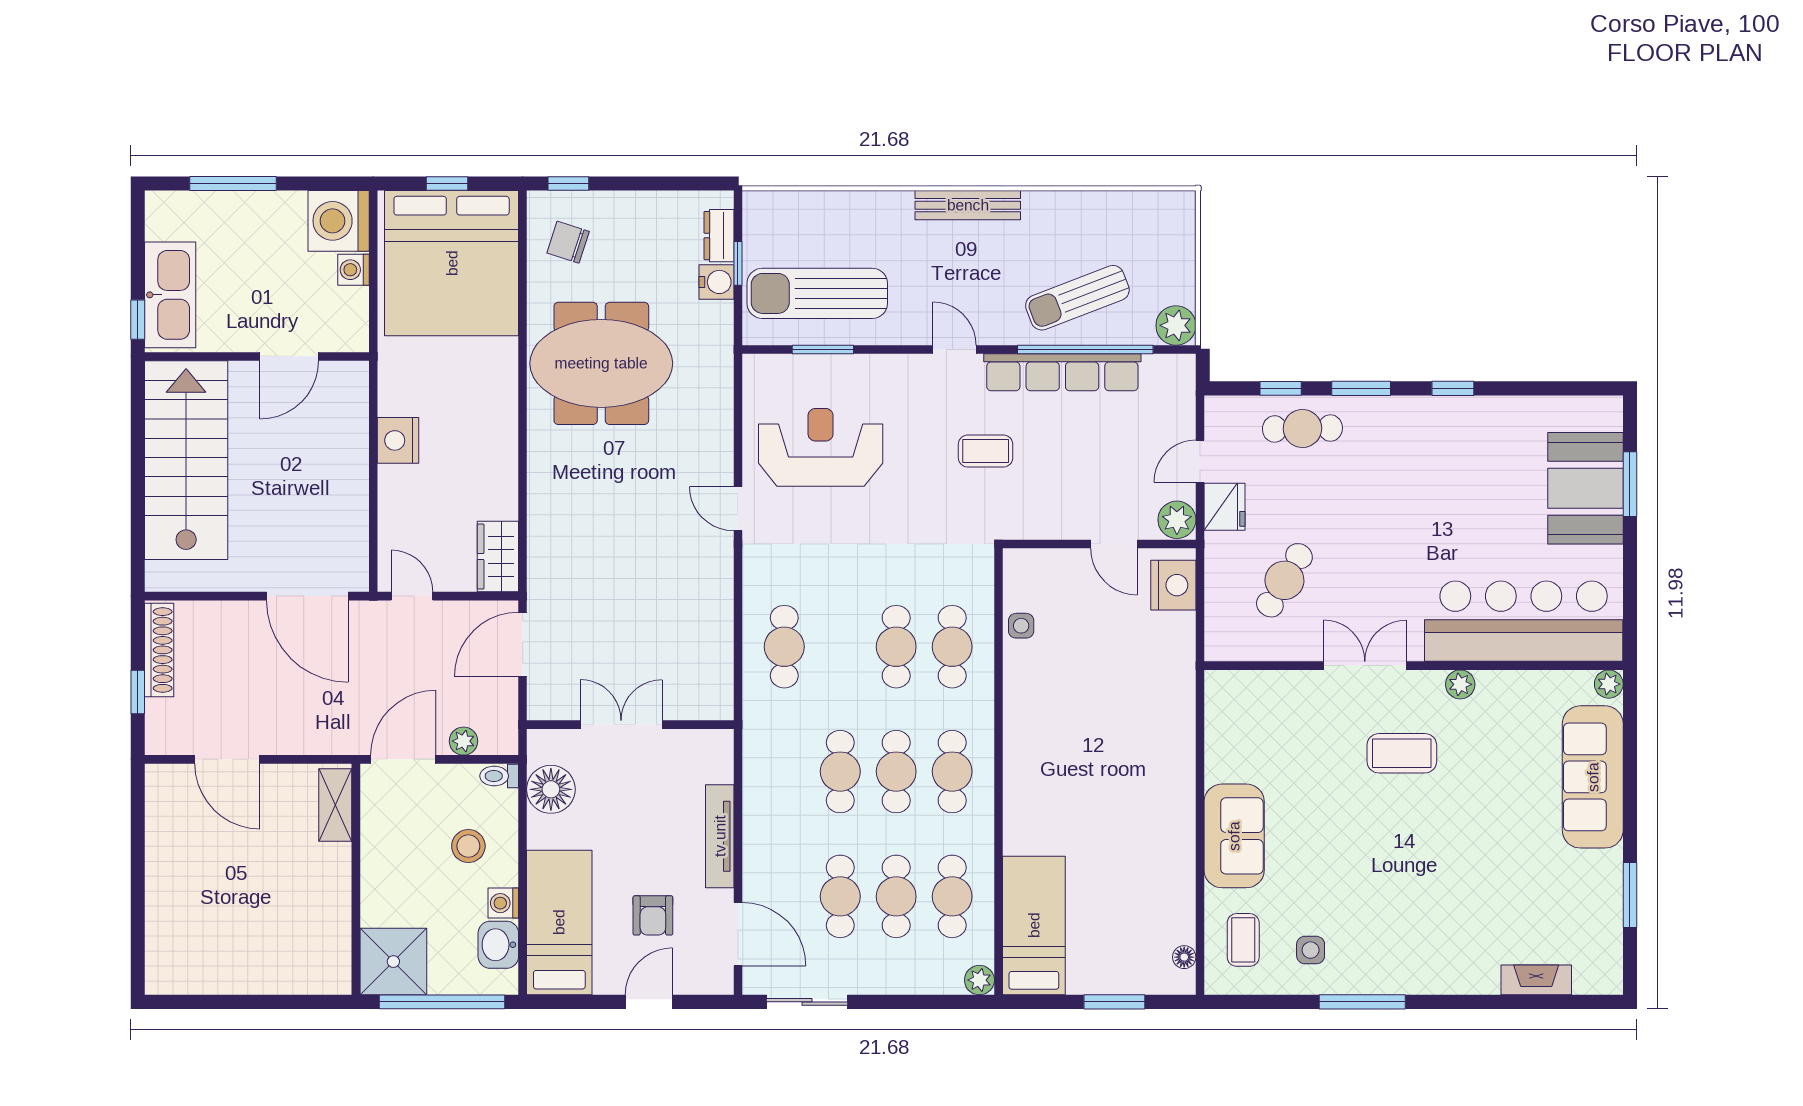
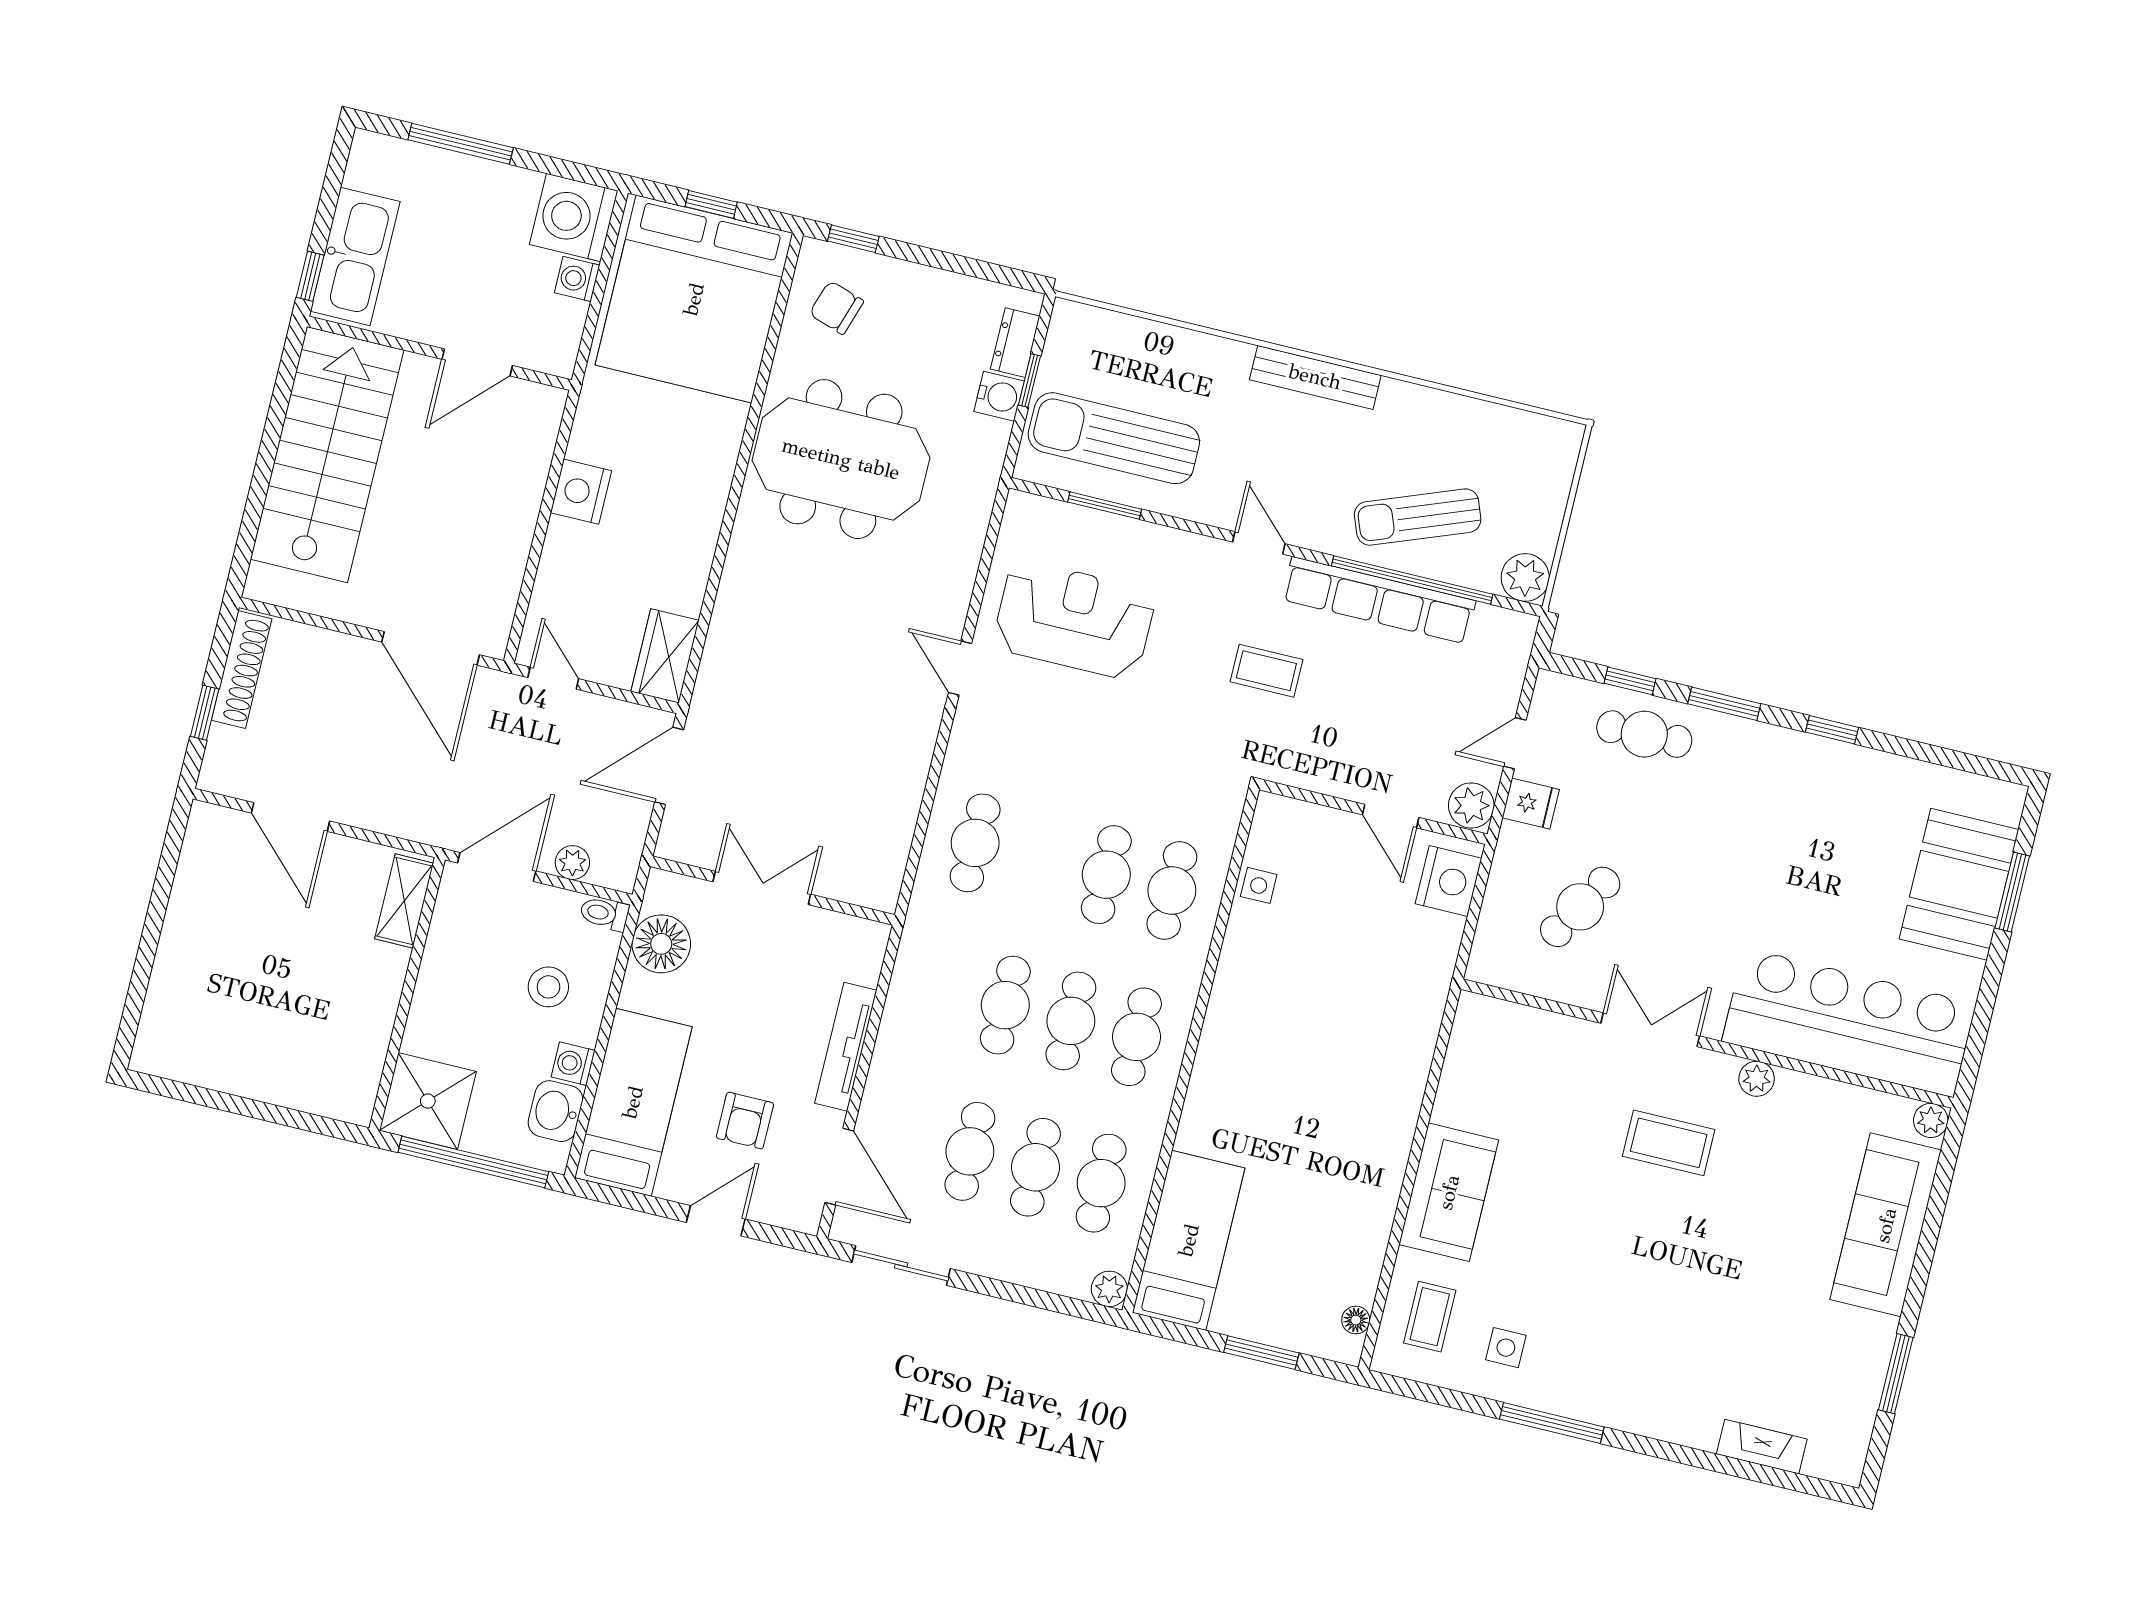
fridge: (1224, 507) -> (1531, 804), width x0.72

